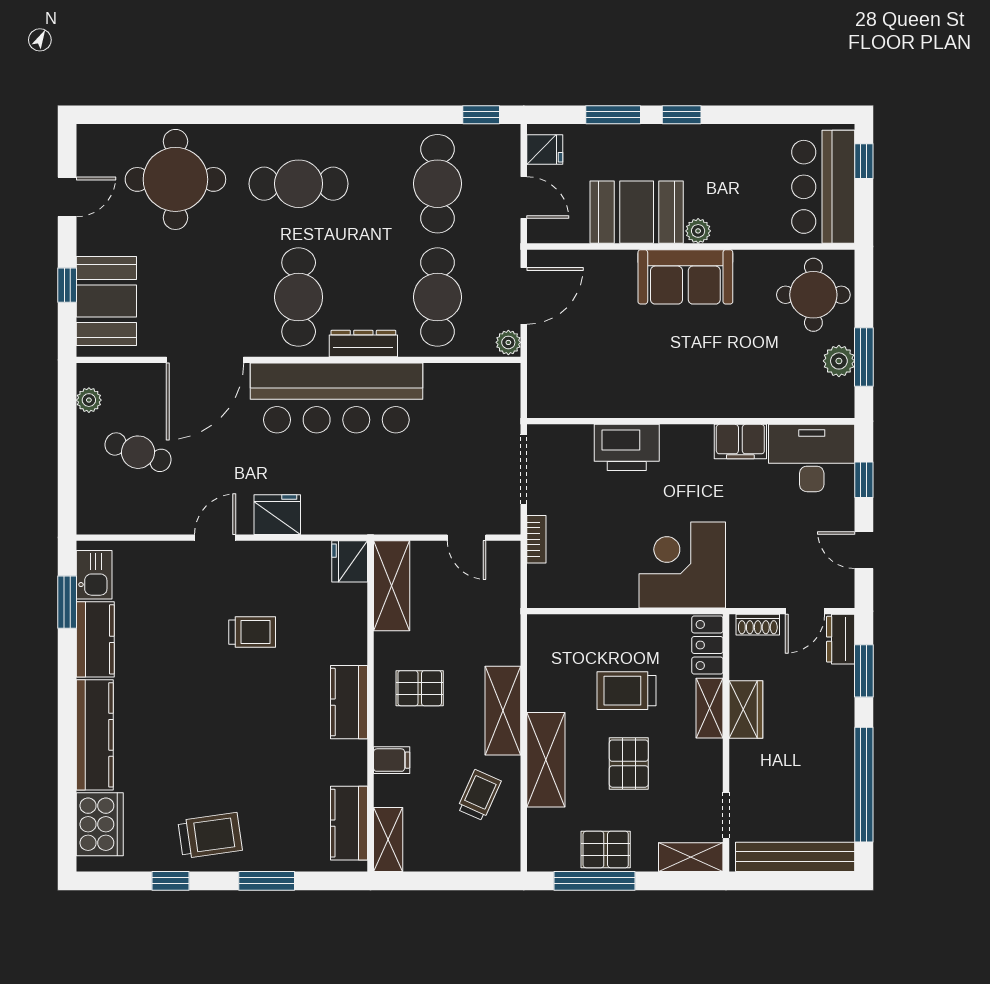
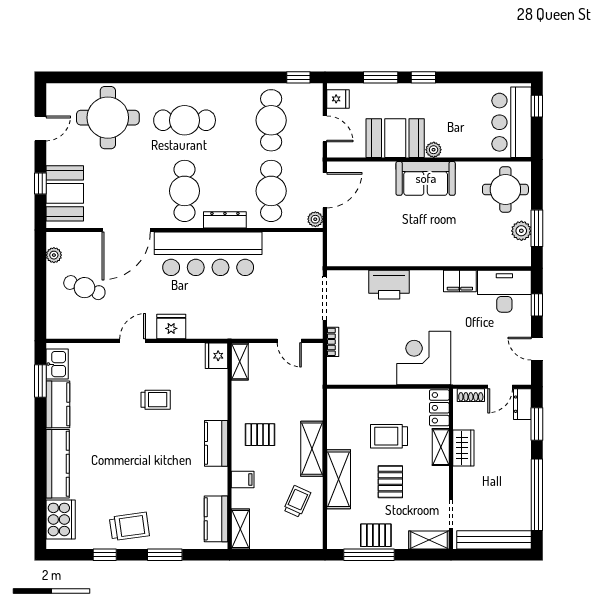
shelving: (392, 586) -> (240, 362), width x0.67, depth x0.75

